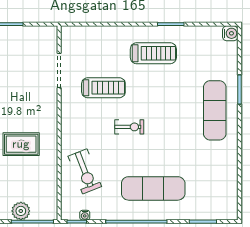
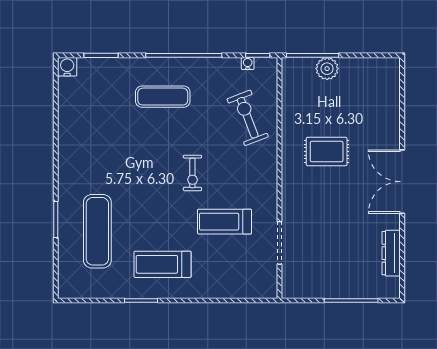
water cooler: (230, 33) -> (67, 67), moved, turned 90
exercise mat: (215, 110) -> (97, 231), moved
exercise bike: (129, 127) -> (192, 173), turned -90
exercise mat: (153, 188) -> (163, 97), width x0.73, depth x0.69

